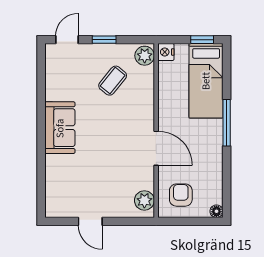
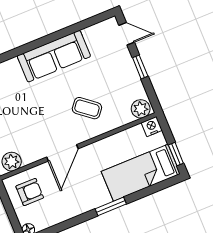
coffee table: (113, 81) -> (87, 108), moved
window: (227, 123) -> (111, 206), width x0.69
sofa: (60, 128) -> (54, 56), width x1.36

